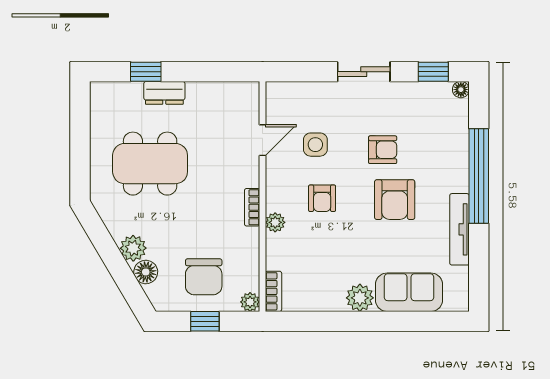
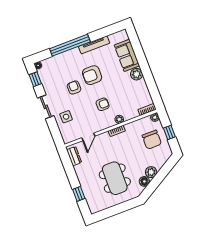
dresser: (164, 93) -> (74, 156), moved
door: (263, 140) -> (88, 137), swing flipped
side table: (315, 145) -> (66, 117), moved
armchair: (395, 200) -> (92, 75), turned 180
floor lamp: (146, 272) -> (144, 181), moved
chair: (204, 277) -> (152, 140), turned 90

